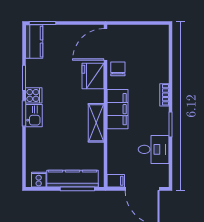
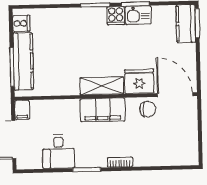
kitchen counter: (34, 42) -> (186, 24), moved, turned 90
kitchen sink: (34, 116) -> (138, 15), moved
shelving: (96, 123) -> (102, 86), moved

